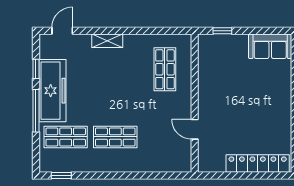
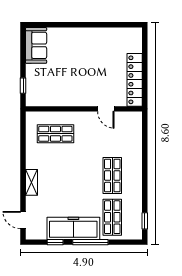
door: (195, 129) -> (106, 109), hinge flipped
locker: (258, 164) -> (135, 80), moved

